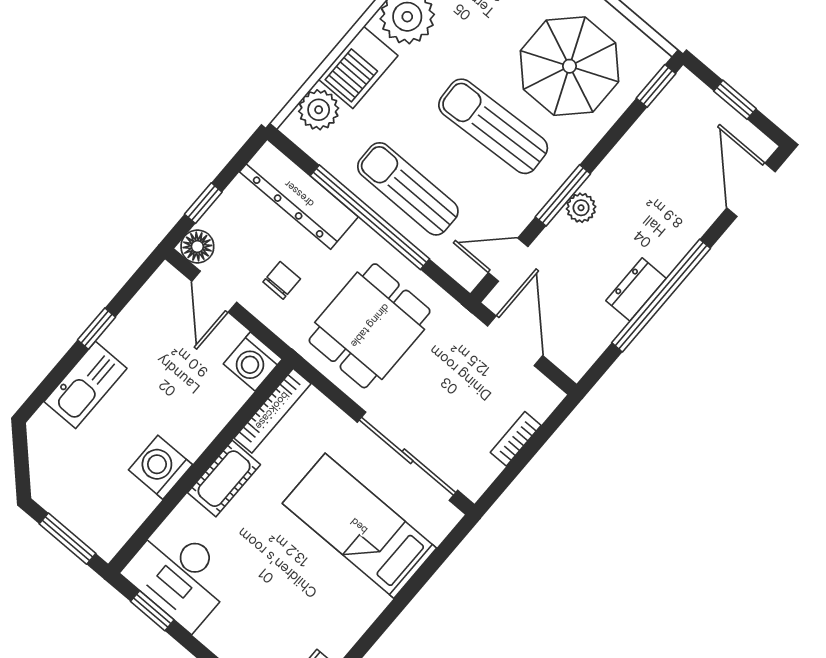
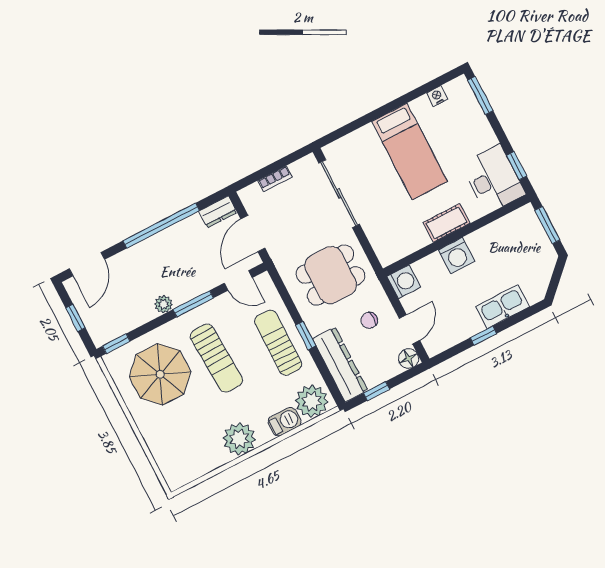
barbecue: (358, 67) -> (285, 422), width x0.73, depth x0.79
plant: (319, 110) -> (312, 401), width x1.36, depth x1.36
sun lounger: (408, 189) -> (278, 343), turned 180
window: (203, 203) -> (376, 391), moved
plant: (581, 208) -> (164, 304), moved
window: (370, 217) -> (306, 335), width x0.32
dresser: (636, 289) -> (218, 212), moved
bookcase: (272, 411) -> (404, 250), removed
washing machine: (160, 467) -> (457, 256), moved
bed: (359, 526) -> (410, 151), moved

